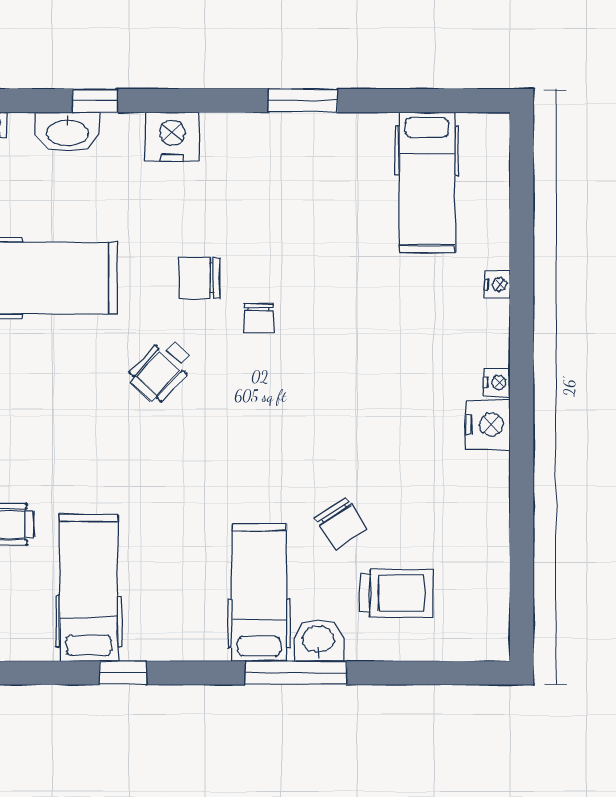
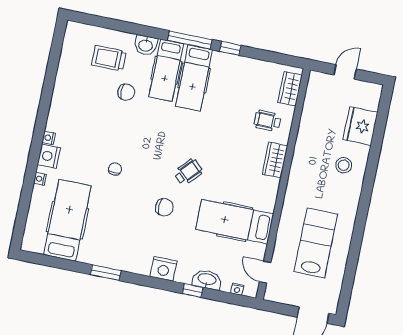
hospital bed: (427, 182) -> (67, 220), width x1.37, depth x1.29
chair: (259, 318) -> (115, 169), moved
nightstand: (488, 425) -> (49, 156), moved
chair: (341, 524) -> (126, 92), turned 123
hospital bed: (89, 588) -> (194, 78), moved
window: (296, 673) -> (190, 40), moved

